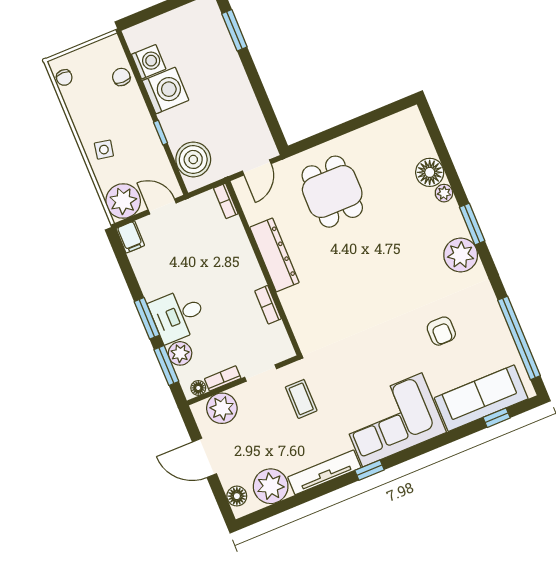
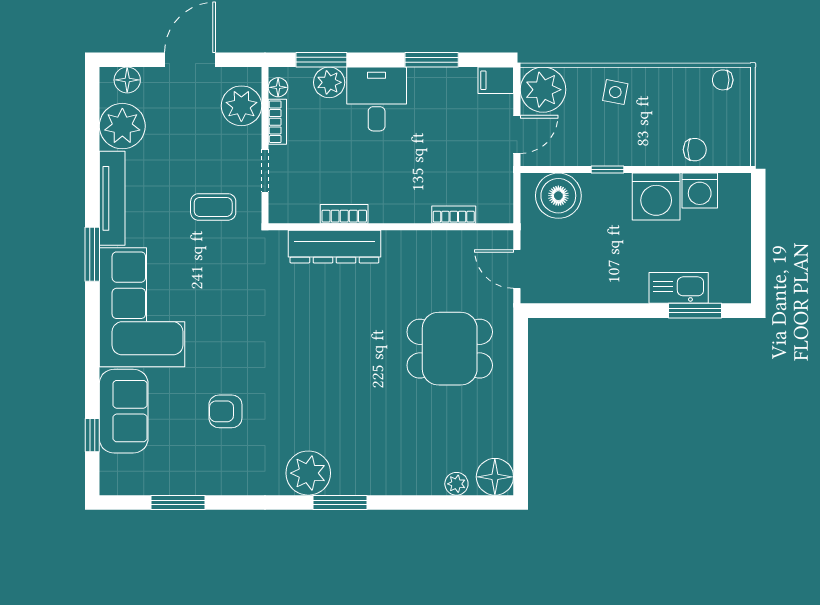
kitchen sink: (223, 48) -> (679, 288), added
floor lamp: (430, 172) -> (495, 477), moved
plant: (444, 193) -> (456, 484), moved
bookcase: (226, 201) -> (454, 215), moved
dresser: (274, 255) -> (334, 247), moved
window: (147, 318) -> (432, 60), moved
window: (519, 338) -> (178, 502), width x0.47
sofa: (481, 398) -> (124, 411), width x0.73
window: (369, 470) -> (92, 254), width x1.50

